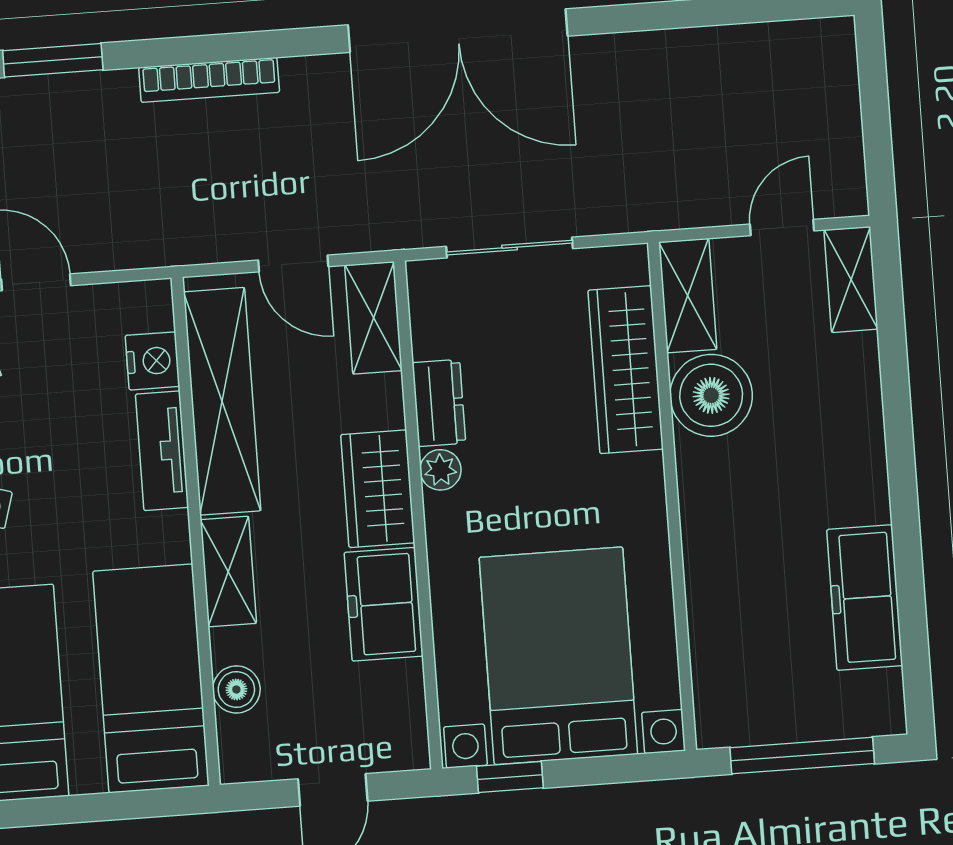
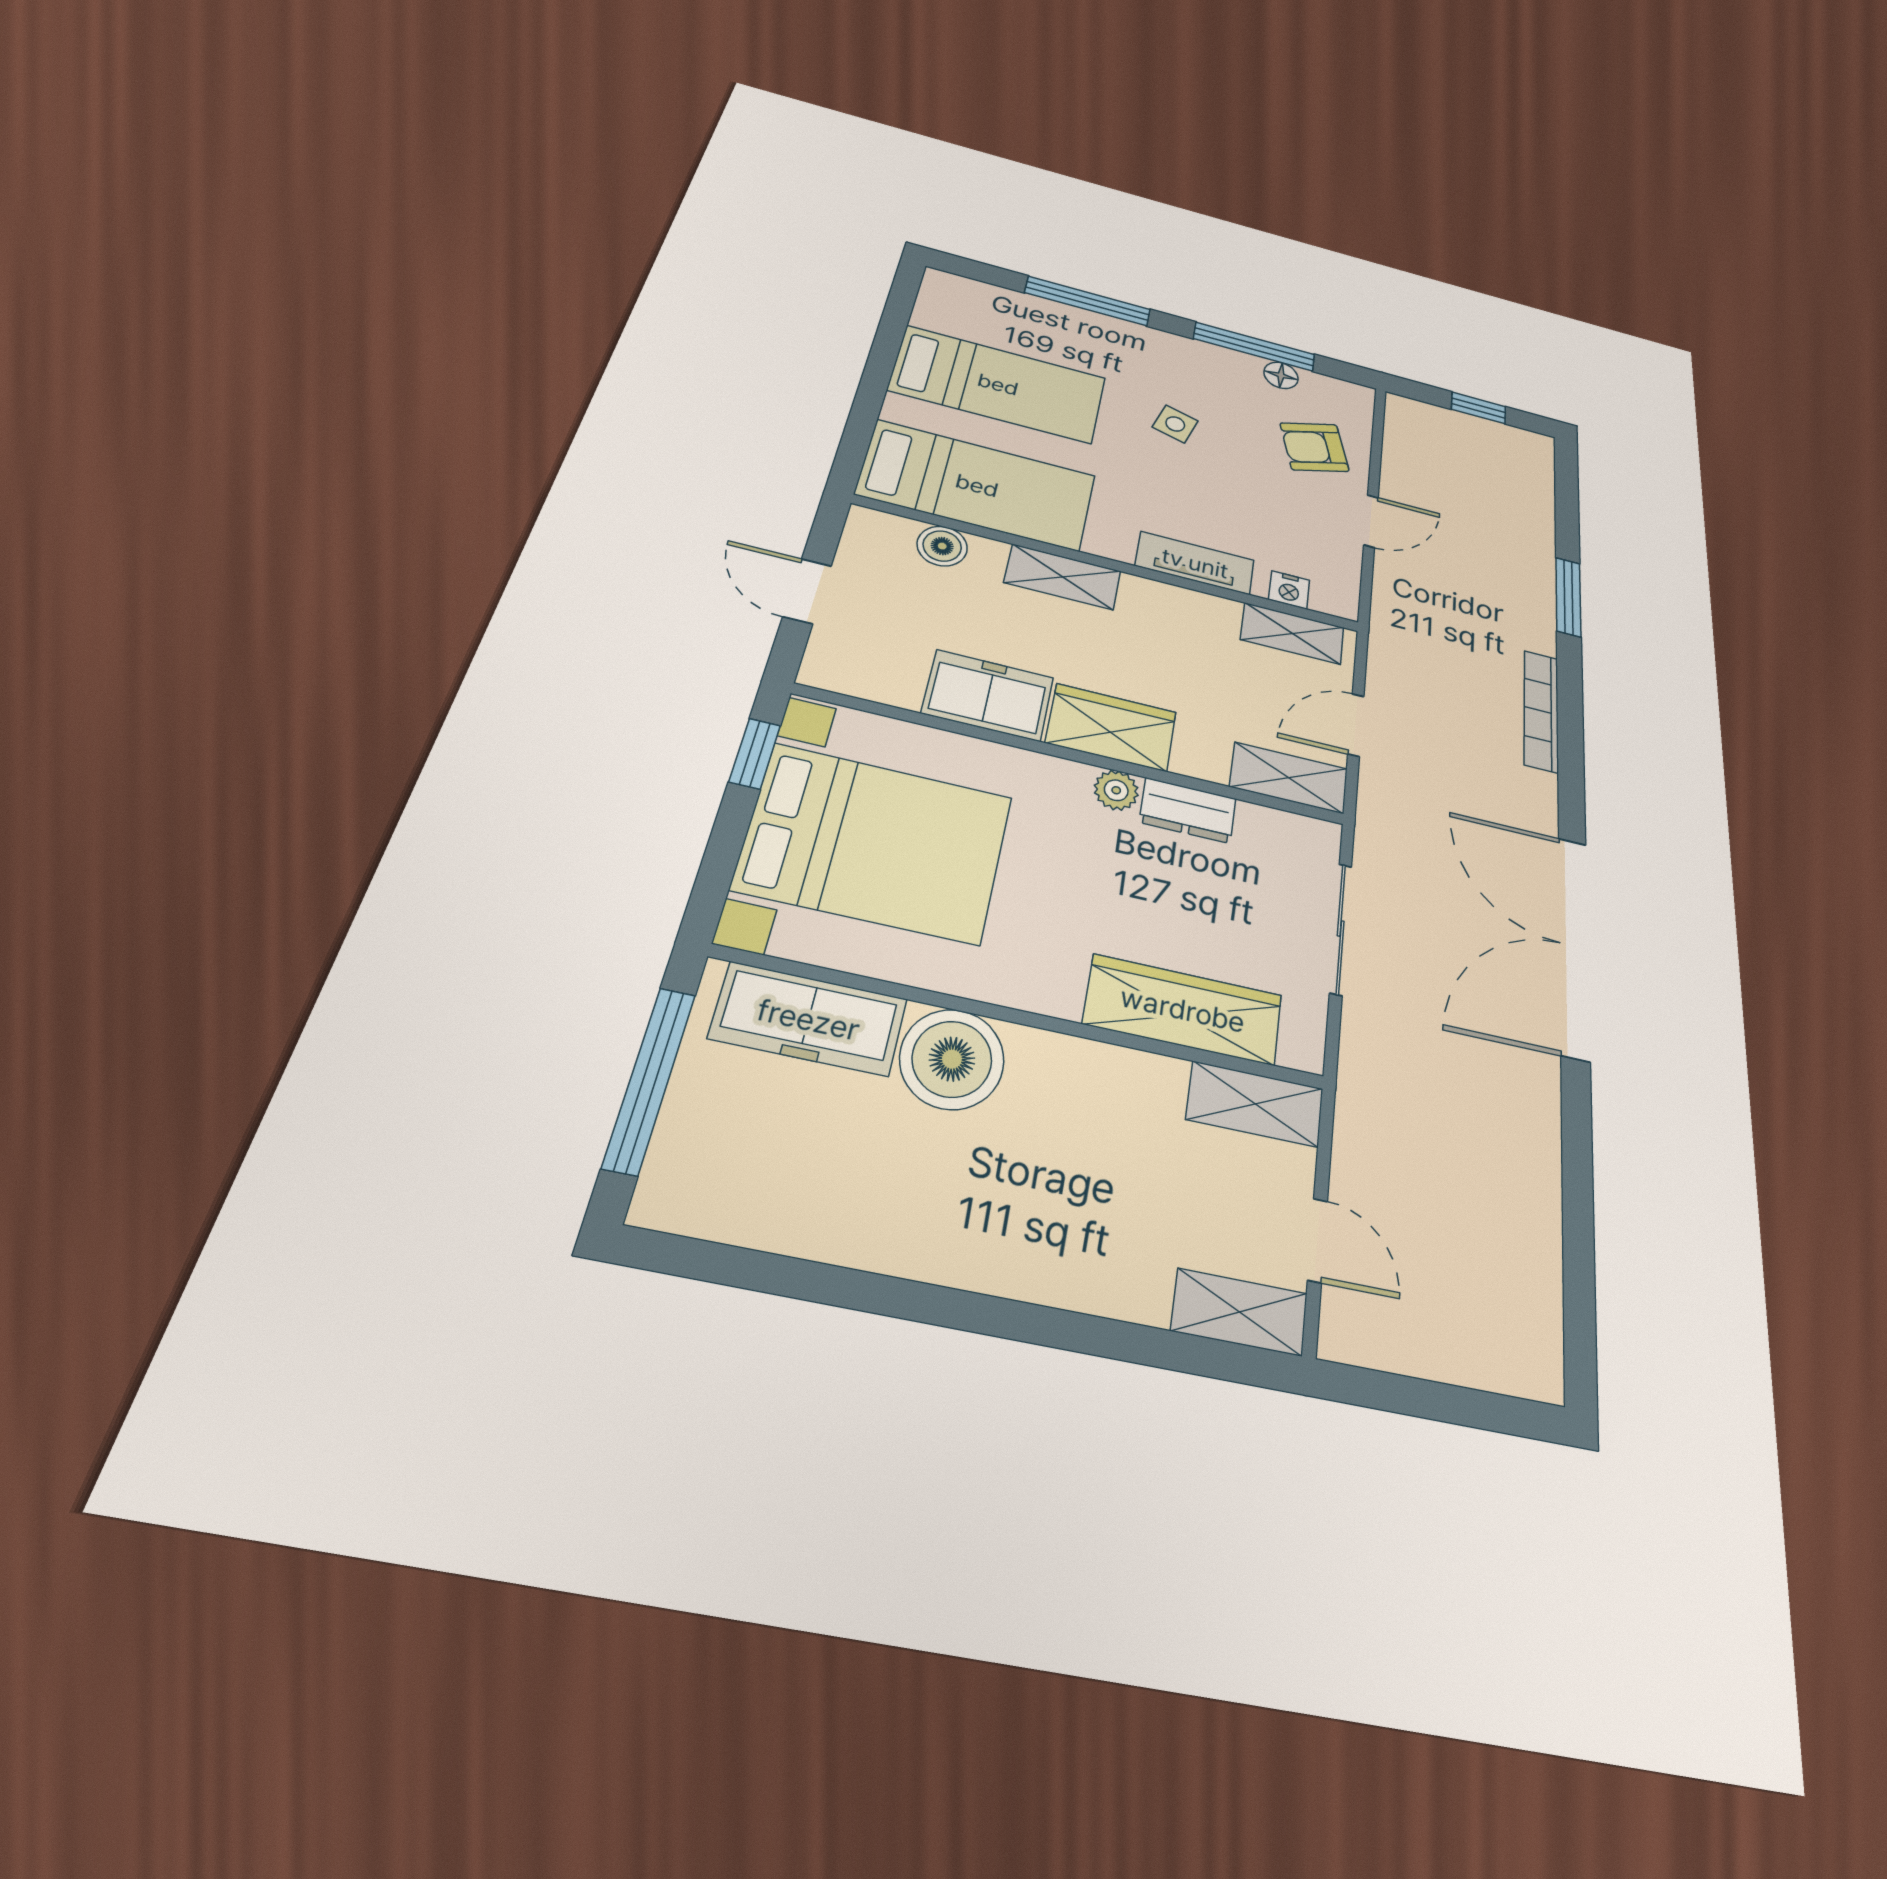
nightstand: (153, 361) -> (1289, 590), width x0.72, depth x0.74
boiler: (711, 395) -> (952, 1059), moved
shelving: (222, 401) -> (1292, 633), width x0.45, depth x0.75
freezer: (865, 598) -> (809, 1019), moved, turned 180

